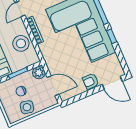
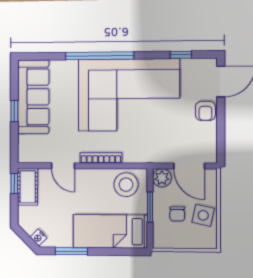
window: (112, 36) -> (181, 55), moved
stool: (21, 43) -> (126, 185), moved
door: (53, 86) -> (189, 166), swing flipped

